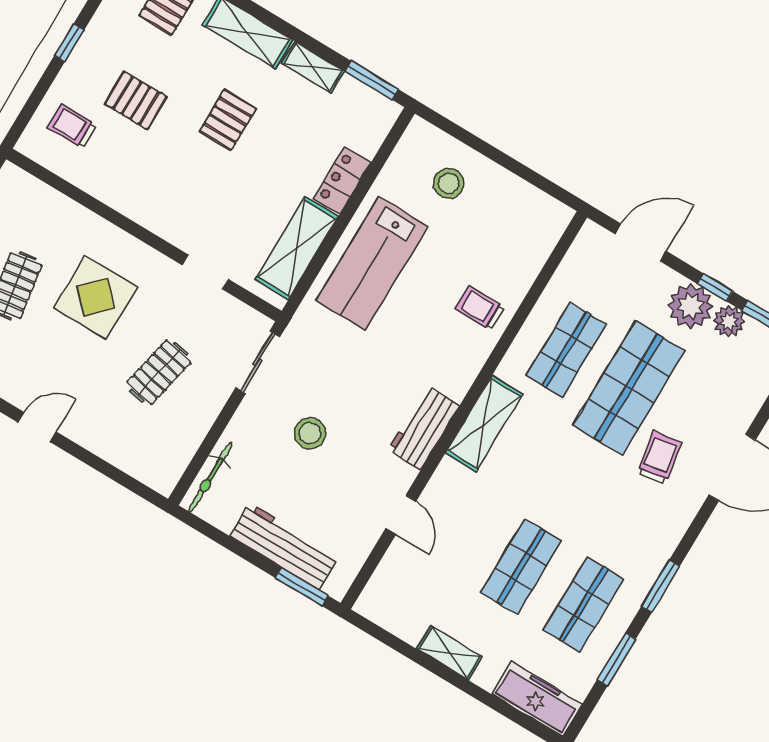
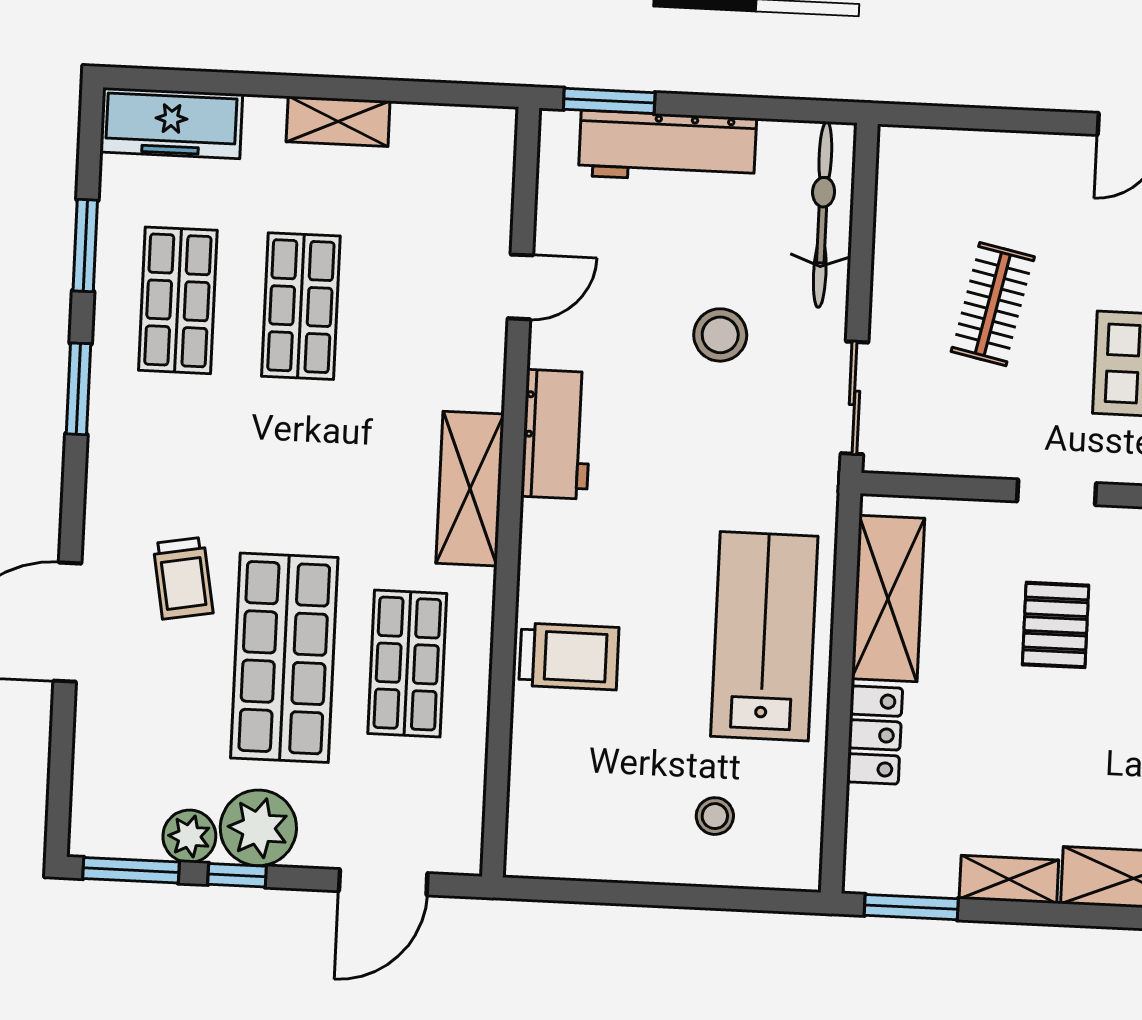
pallet: (228, 120) -> (1056, 625), moved
stool: (449, 183) -> (715, 816), width x0.73, depth x0.73
doorway: (205, 272) -> (1057, 492), moved
trolley: (480, 308) -> (569, 656), width x1.36, depth x1.39
bicycle: (210, 477) -> (823, 214), width x1.37, depth x1.40
door: (401, 515) -> (520, 287), swing flipped

